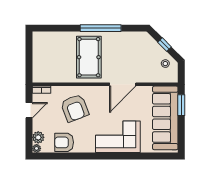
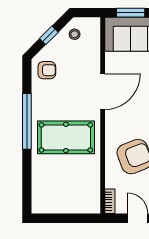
armchair: (139, 43) -> (47, 70), added
door: (123, 84) -> (103, 92), hinge flipped

